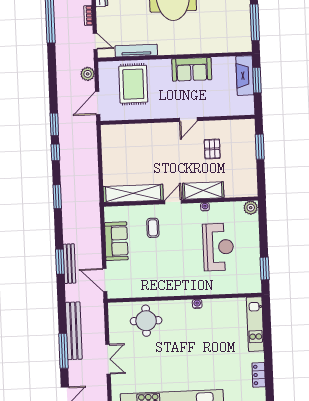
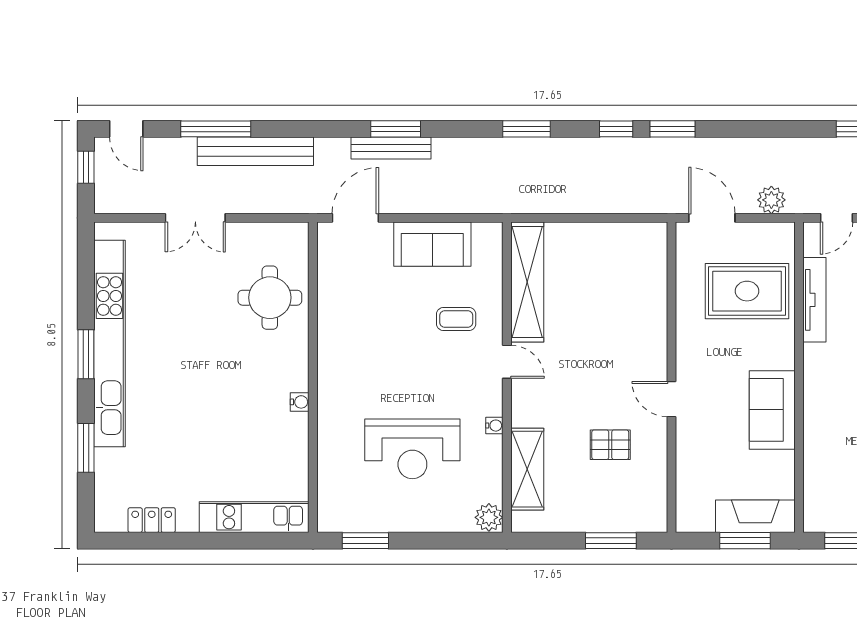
shelving: (203, 191) -> (527, 469), moved

